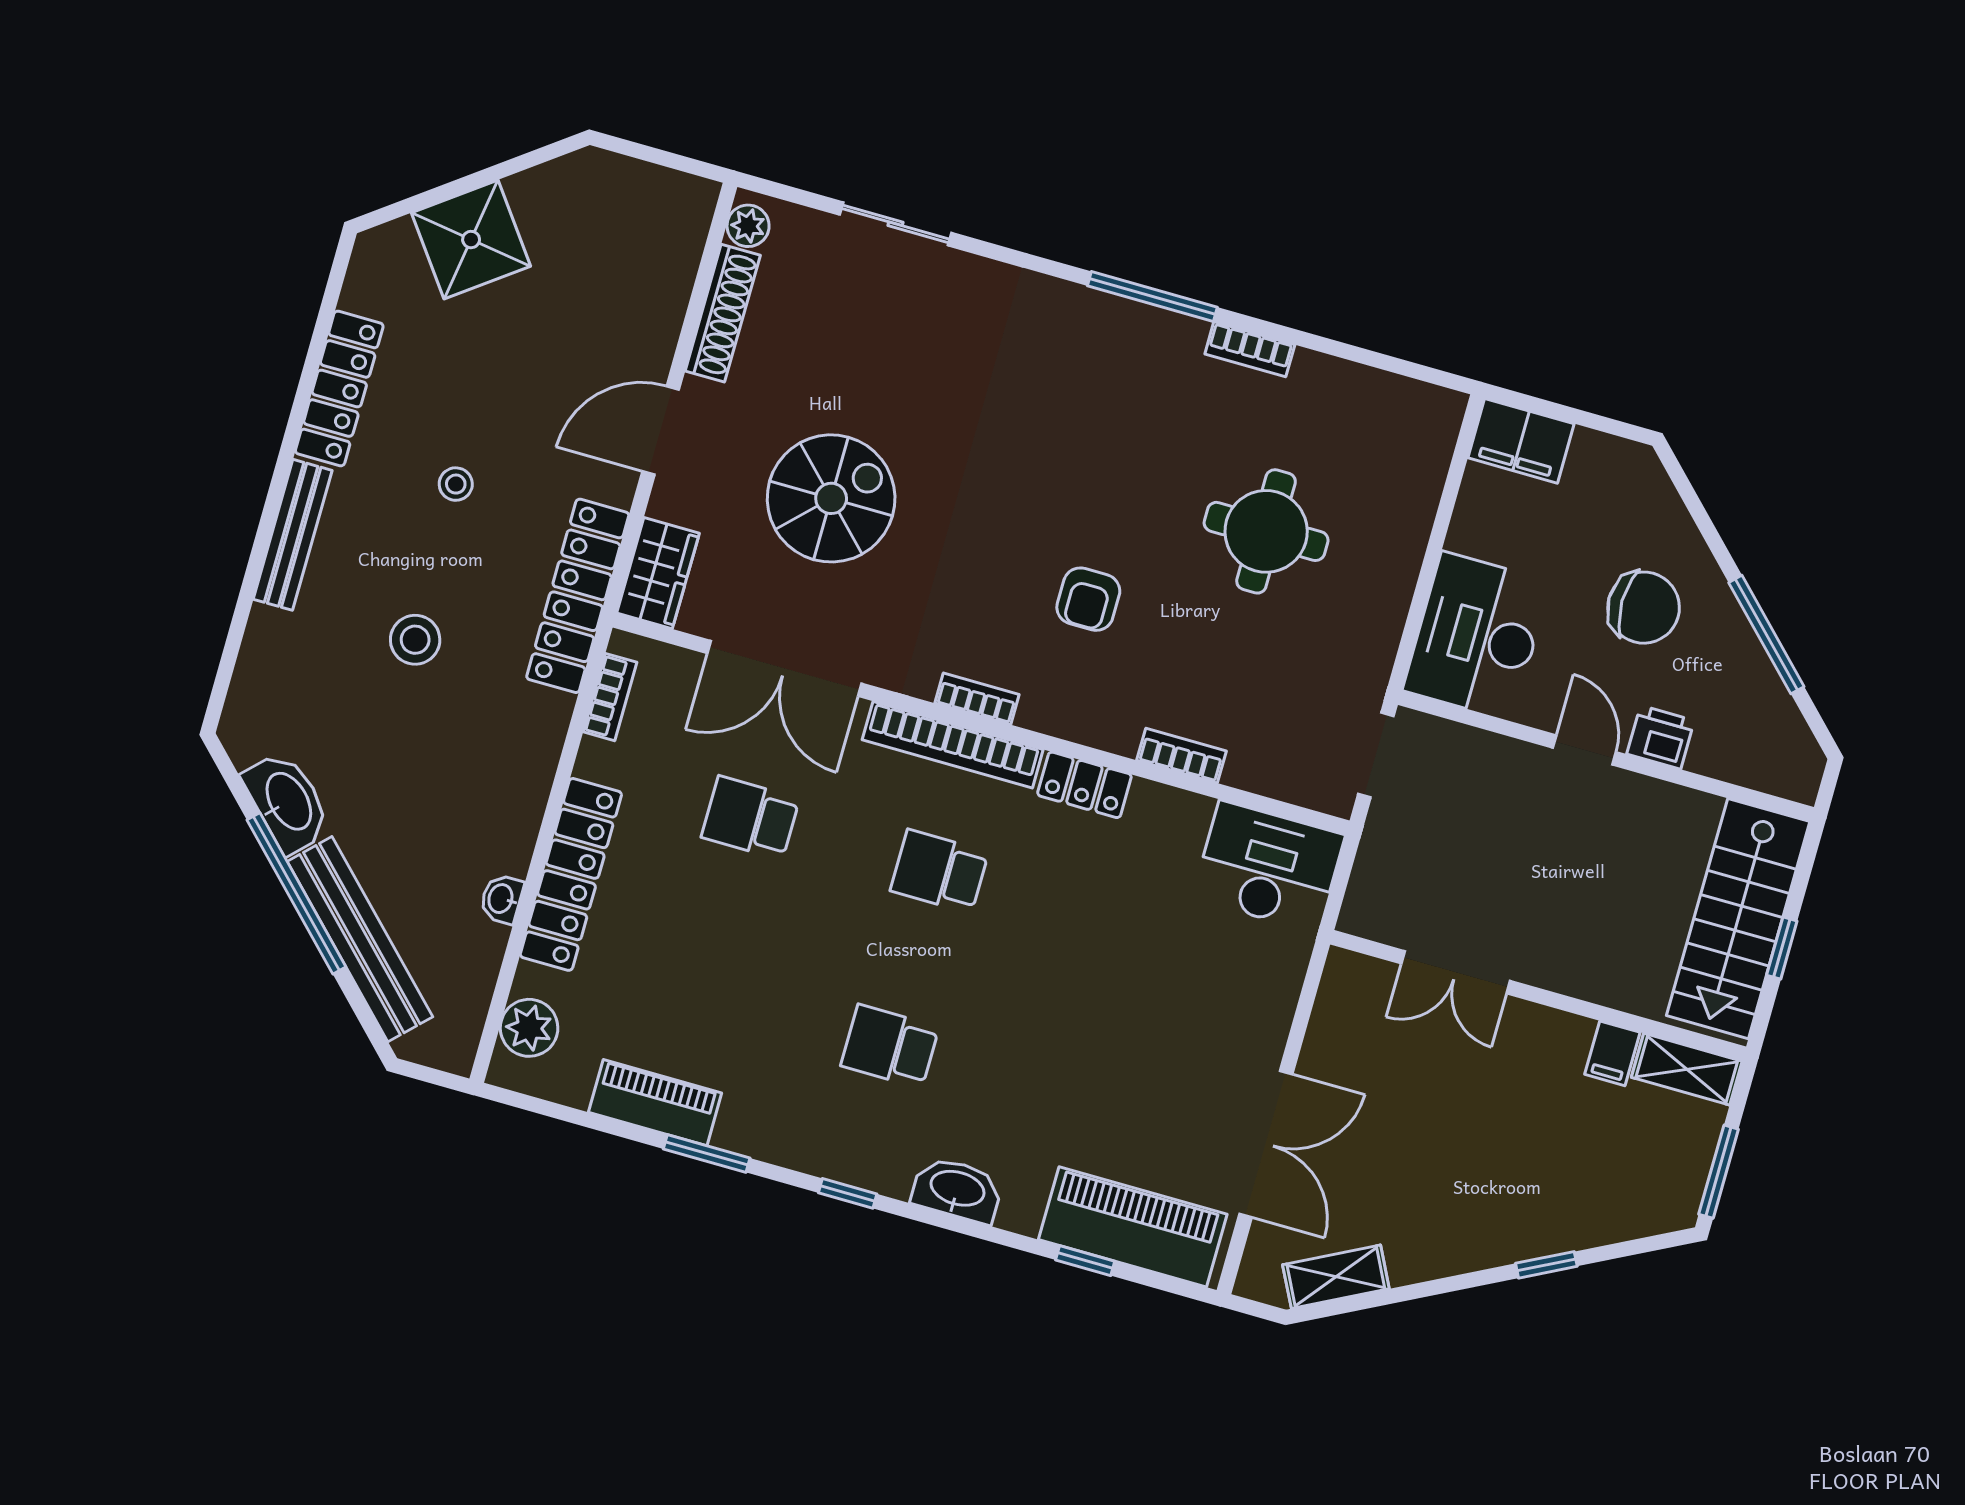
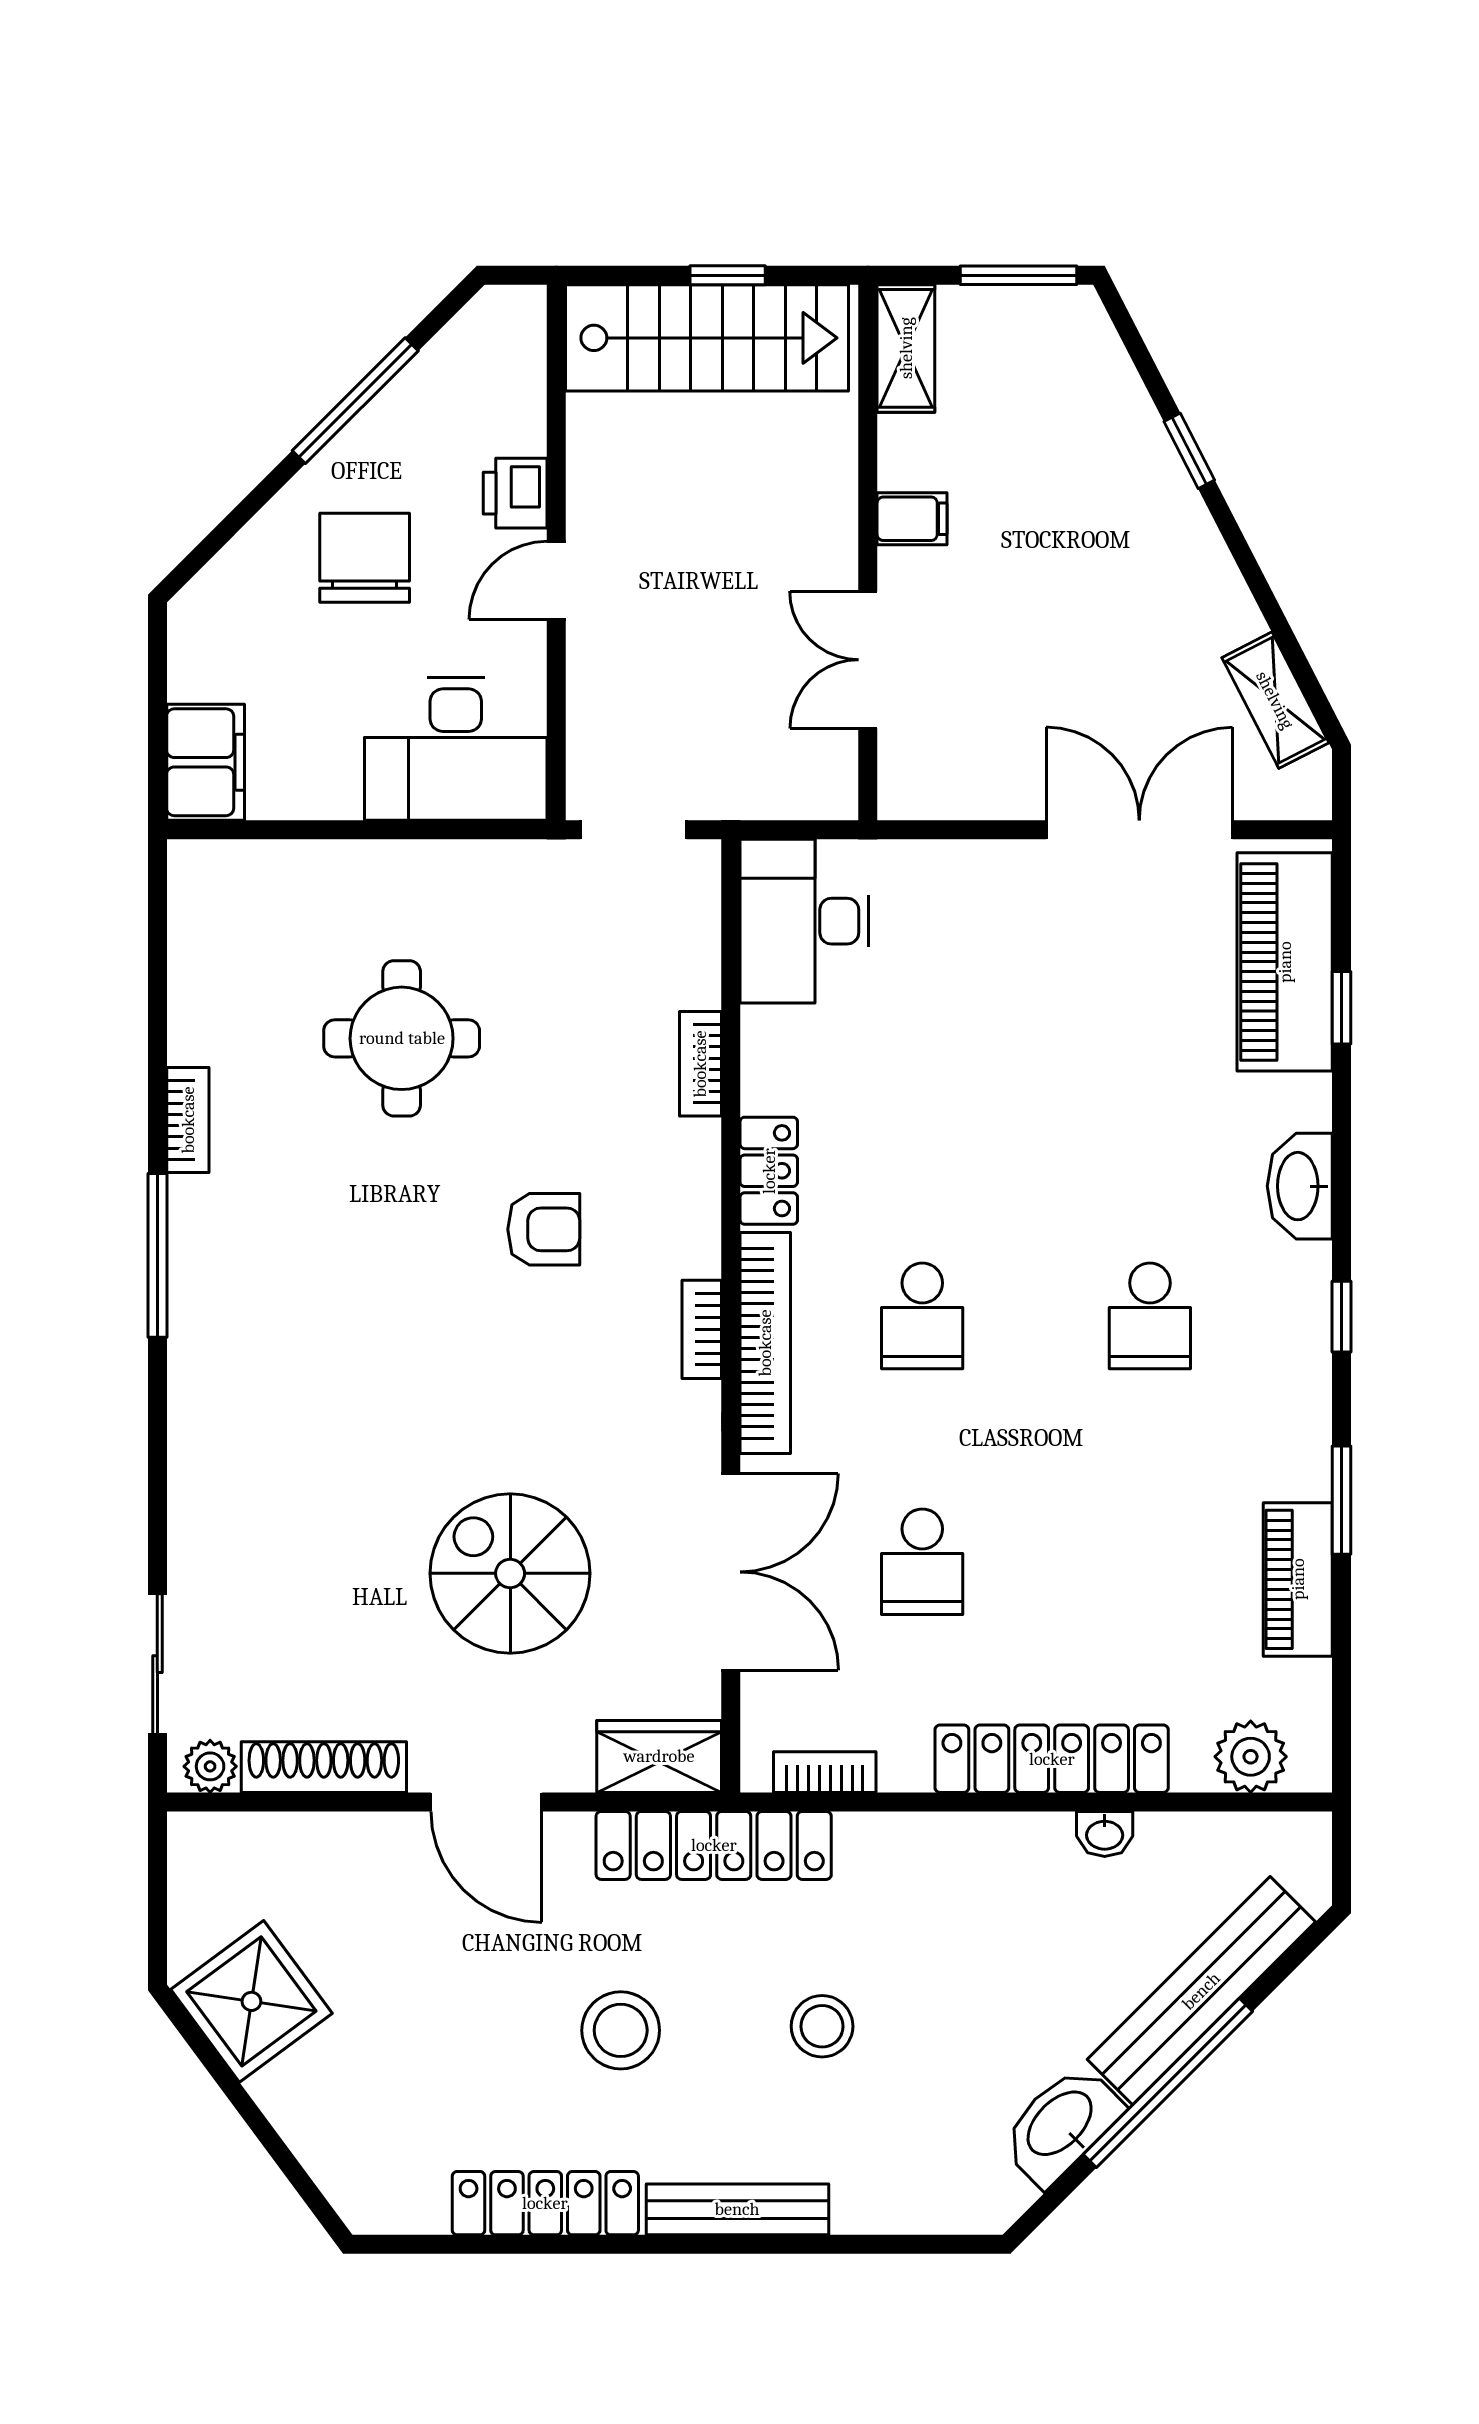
sliding door: (895, 224) -> (157, 1664), moved
shower: (471, 240) -> (251, 2001), moved
stool: (456, 484) -> (621, 2030), width x1.89, depth x1.89
double door: (1456, 972) -> (868, 660), swing flipped
filing cabinet: (1612, 1053) -> (912, 519), moved

